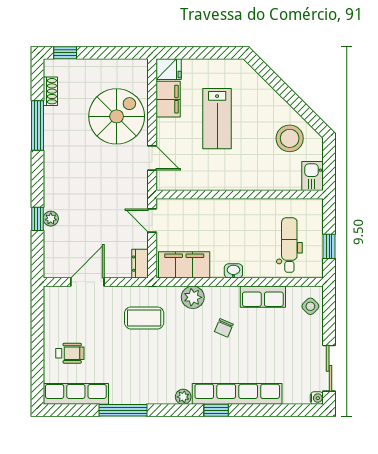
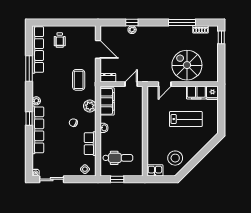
spiral stairs: (117, 116) -> (187, 65), turned 180
lab bench: (217, 119) -> (186, 119), turned 180
row of seats: (76, 394) -> (38, 50), width x1.36

